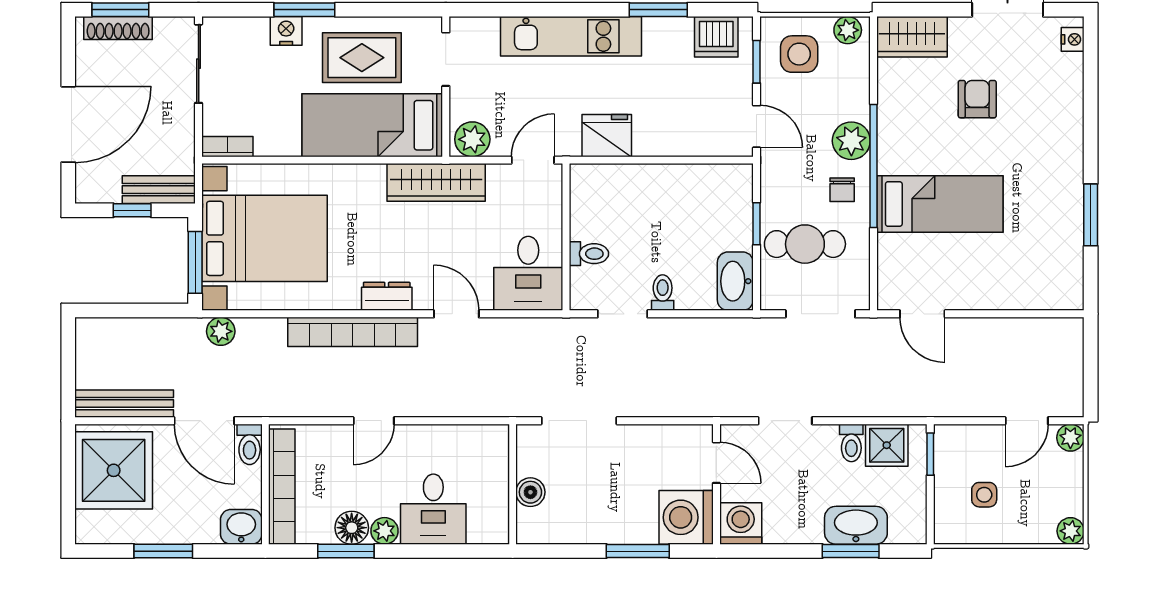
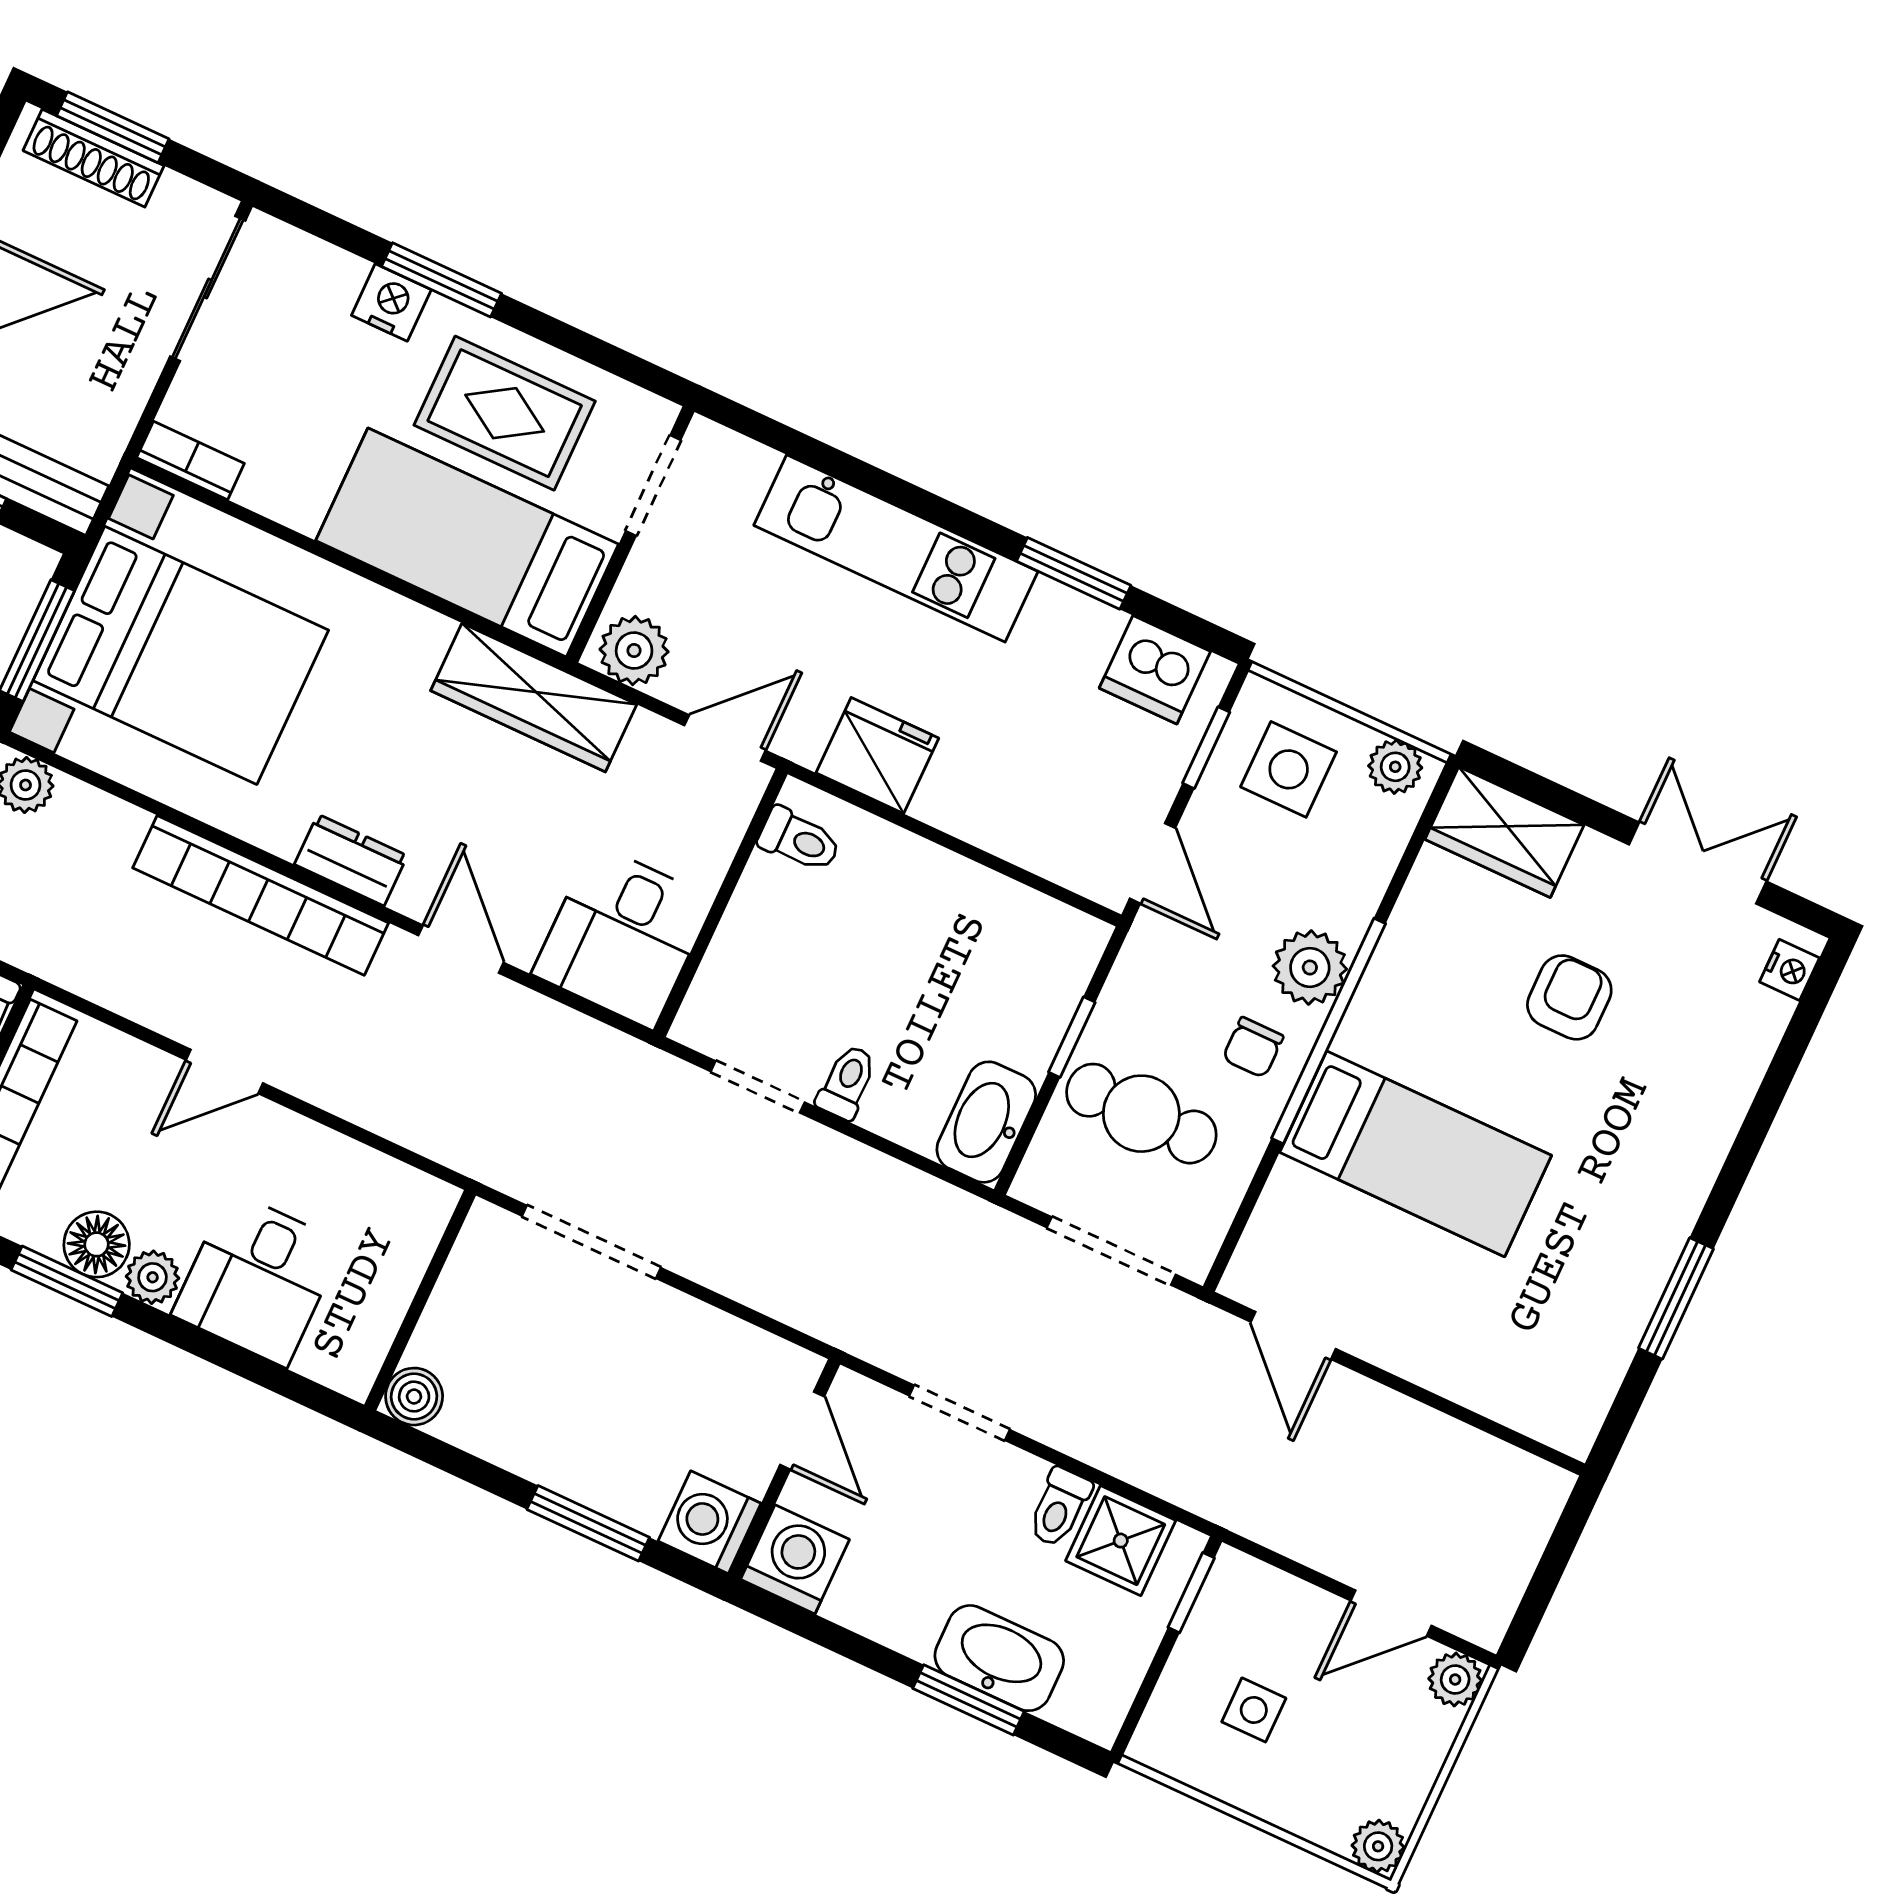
toilet: (589, 254) -> (799, 840), moved
boiler: (530, 492) -> (414, 1397), moved
washing machine: (686, 517) -> (709, 1522), width x0.73, depth x0.73

